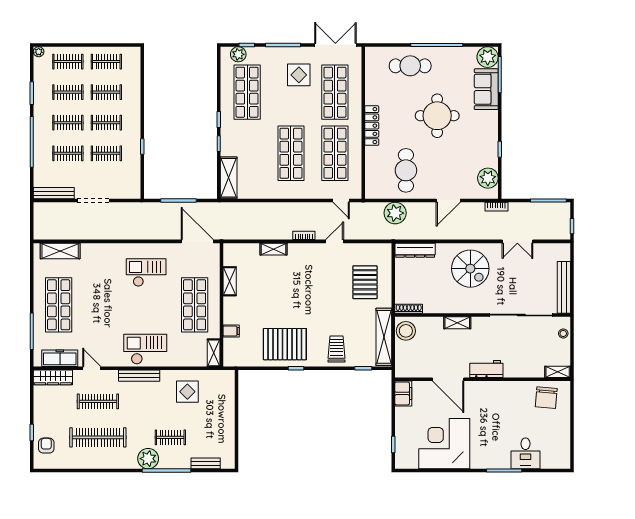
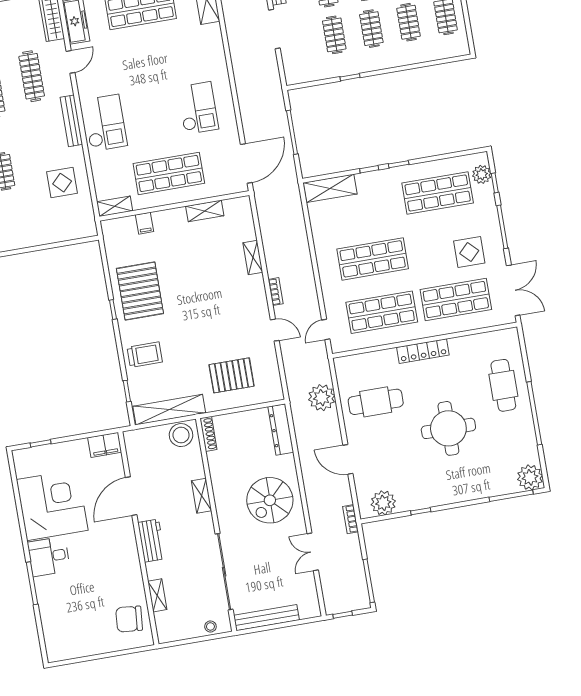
sofa: (486, 89) -> (491, 482), removed
shelving: (558, 372) -> (157, 595), moved
desk: (525, 453) -> (49, 557), moved

